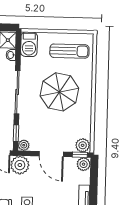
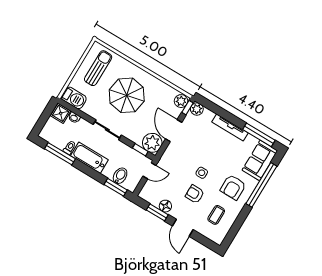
sliding door: (17, 92) -> (107, 130), width x0.73
plant: (24, 145) -> (152, 143), width x1.87, depth x1.87
door: (51, 154) -> (174, 131), swing flipped
plant: (20, 165) -> (168, 161), removed

